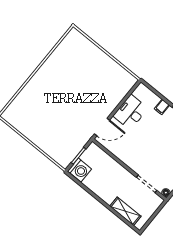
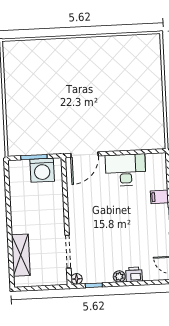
door: (102, 127) -> (84, 155), hinge flipped
washing machine: (80, 170) -> (42, 170), moved

